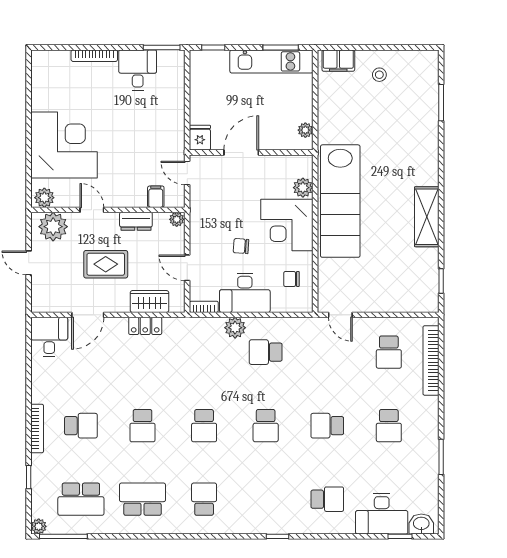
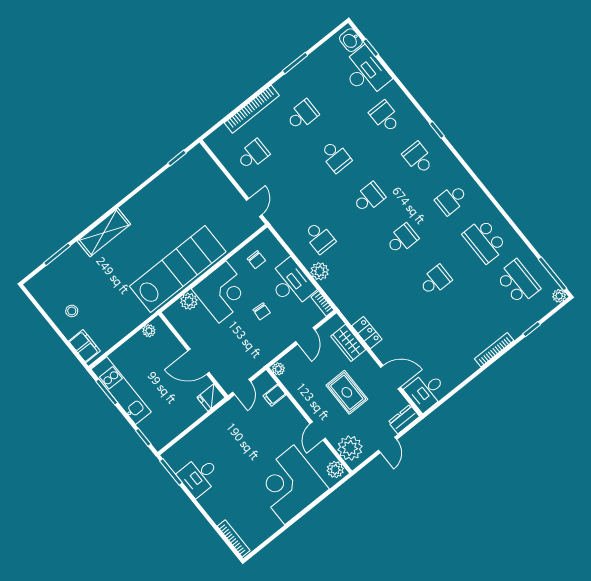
bookcase: (94, 56) -> (234, 538), moved
shelving: (427, 217) -> (104, 233), moved
dresser: (136, 221) -> (404, 419), moved, turned -90
bookcase: (431, 360) -> (252, 109), moved
school desk: (81, 426) -> (418, 158), moved

